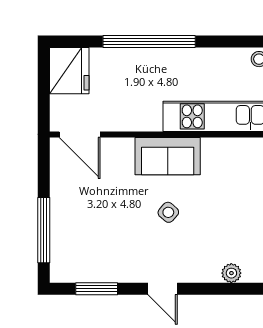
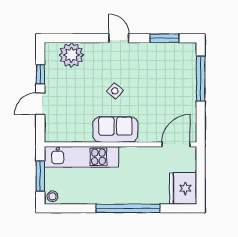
door: (80, 134) -> (176, 144), hinge flipped
plant: (231, 273) -> (71, 55), width x1.87, depth x1.87

